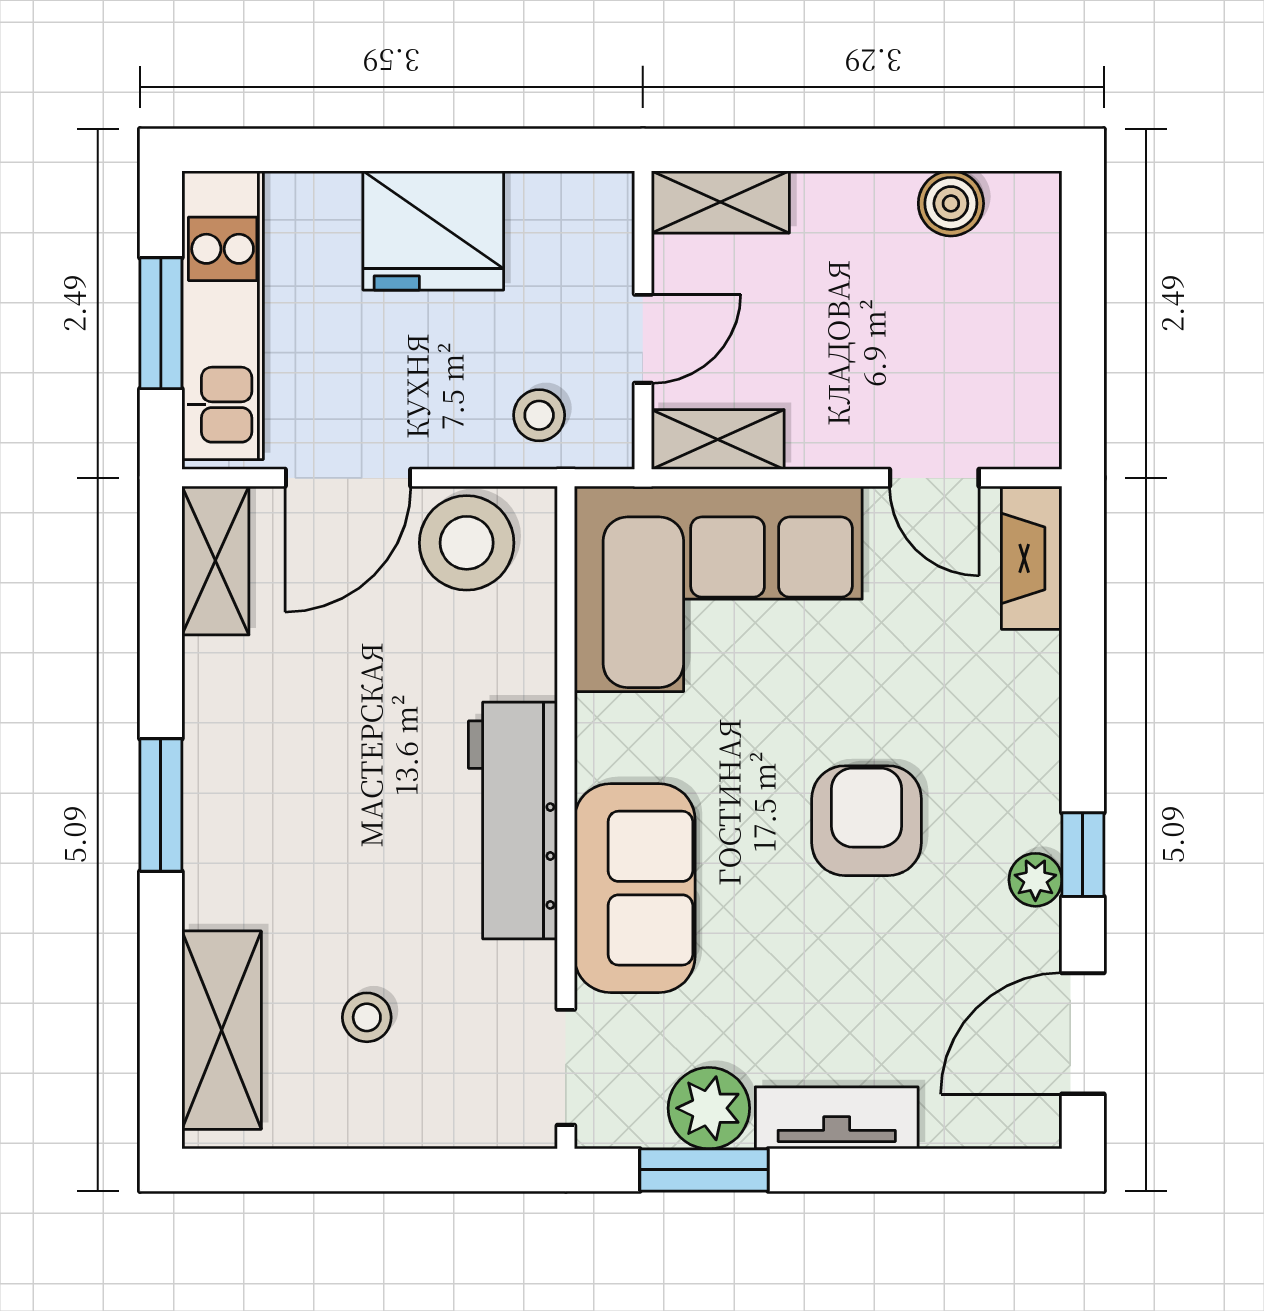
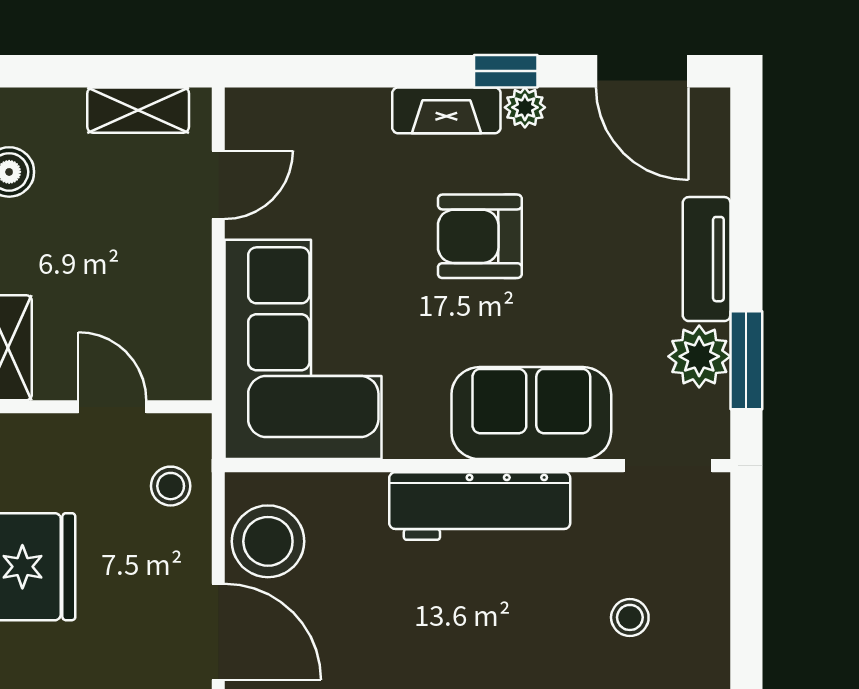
shelving: (718, 439) -> (138, 110), moved, turned 90
fireplace: (1032, 558) -> (446, 110), moved

